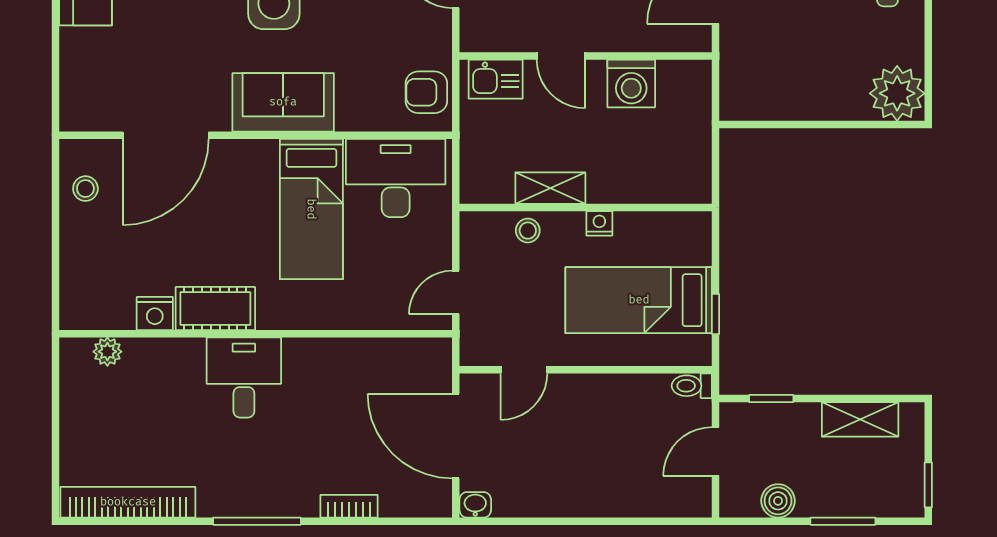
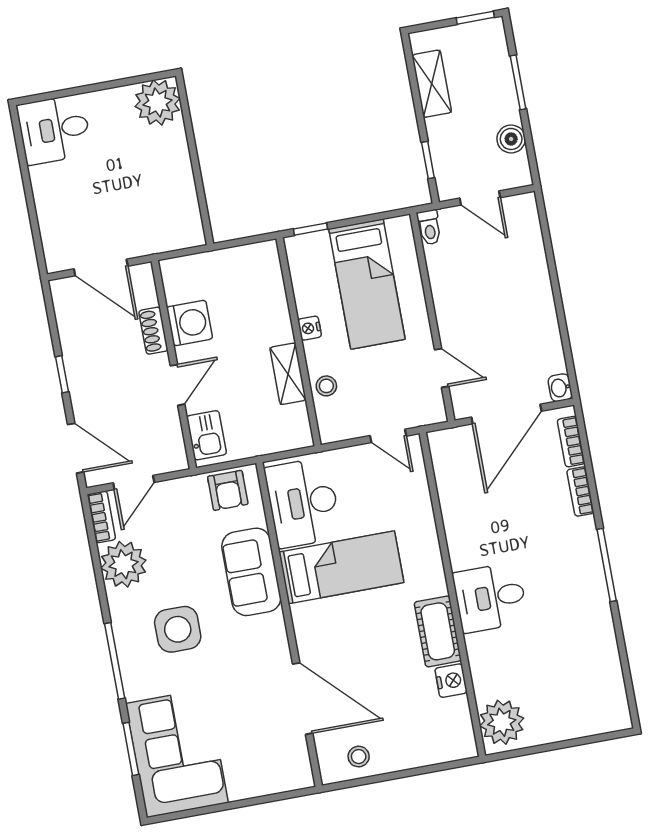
shoe rack: (630, 39) -> (153, 331), added
sofa: (283, 102) -> (251, 572), moved
window: (716, 314) -> (310, 229), moved
plant: (107, 352) -> (502, 722), width x1.88, depth x1.88
bookcase: (128, 502) -> (571, 442), moved, width x0.43, depth x0.76

